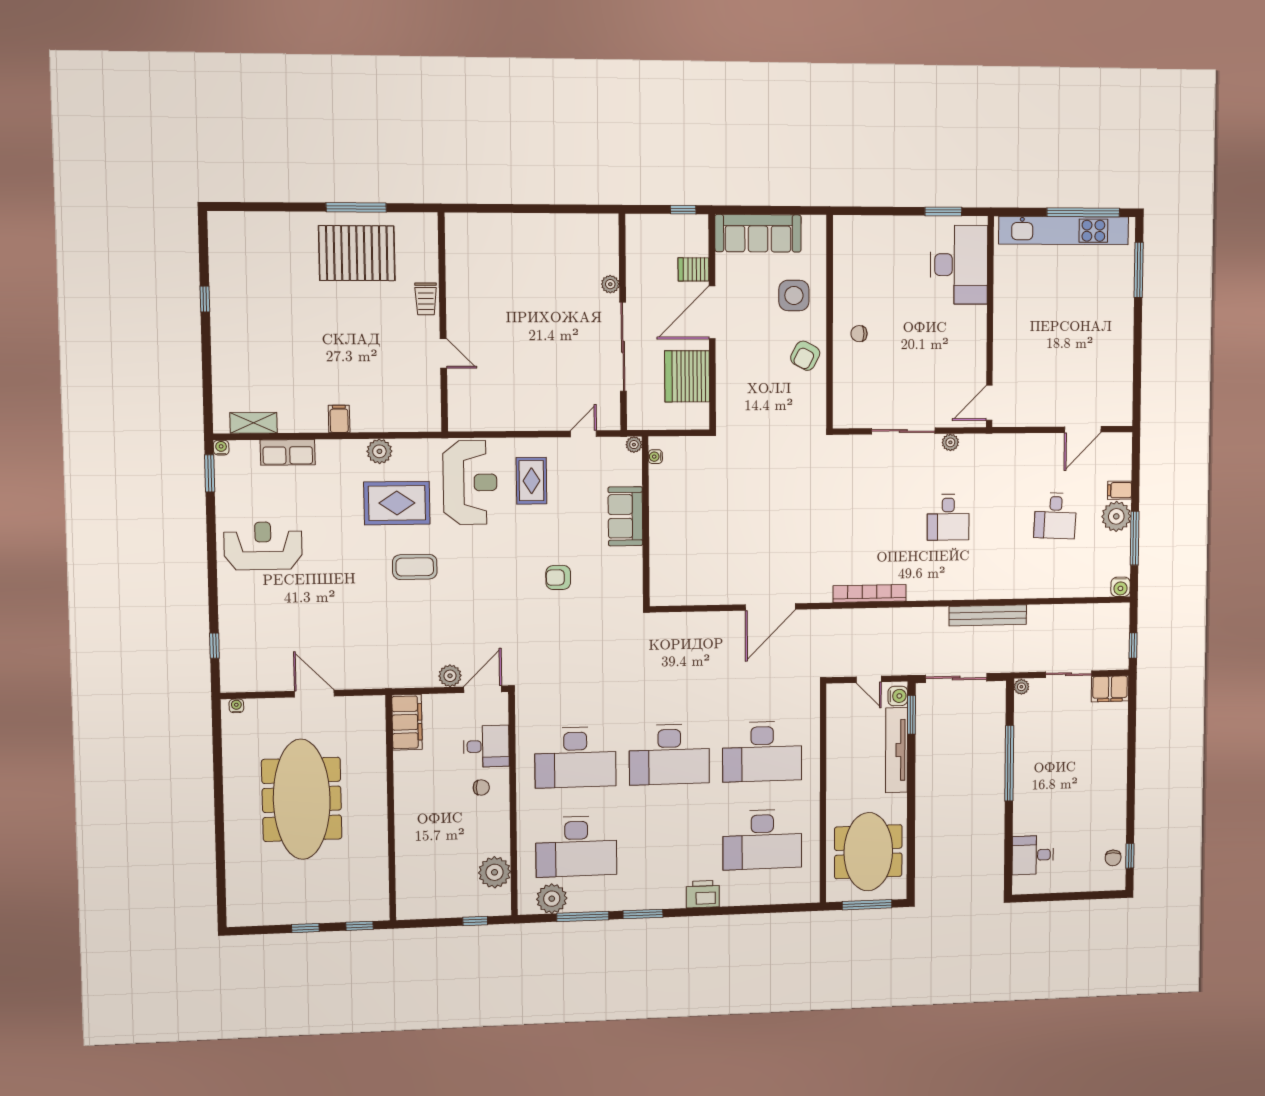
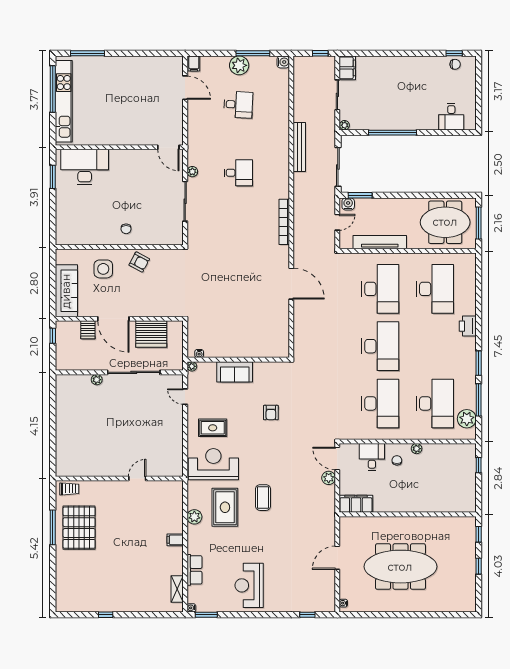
trolley: (426, 299) -> (69, 489), moved
filing cabinet: (1120, 490) -> (194, 63), moved
tv unit: (896, 750) -> (380, 242), moved, turned 180
plant: (495, 872) -> (417, 449), moved, width x0.53, depth x0.53

